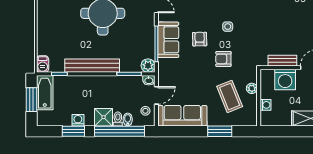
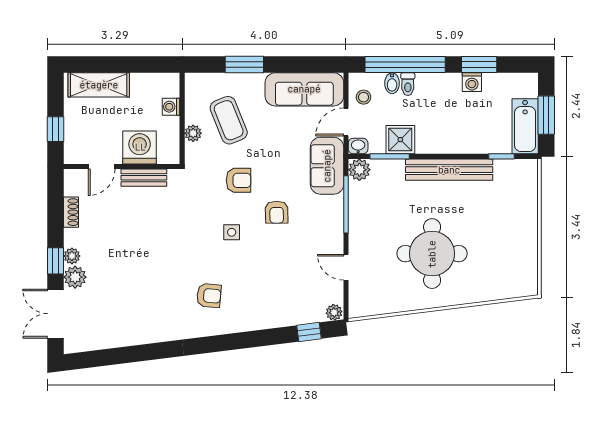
sofa: (168, 40) -> (327, 166), moved
barbecue: (43, 64) -> (529, 172), removed
shower: (104, 117) -> (400, 140), moved

